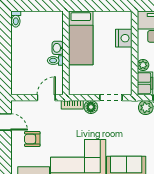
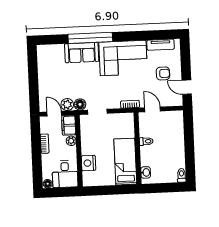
washbasin: (58, 48) -> (146, 172), moved
door: (46, 98) -> (153, 109), swing flipped
floor lamp: (91, 107) -> (80, 104), moved

